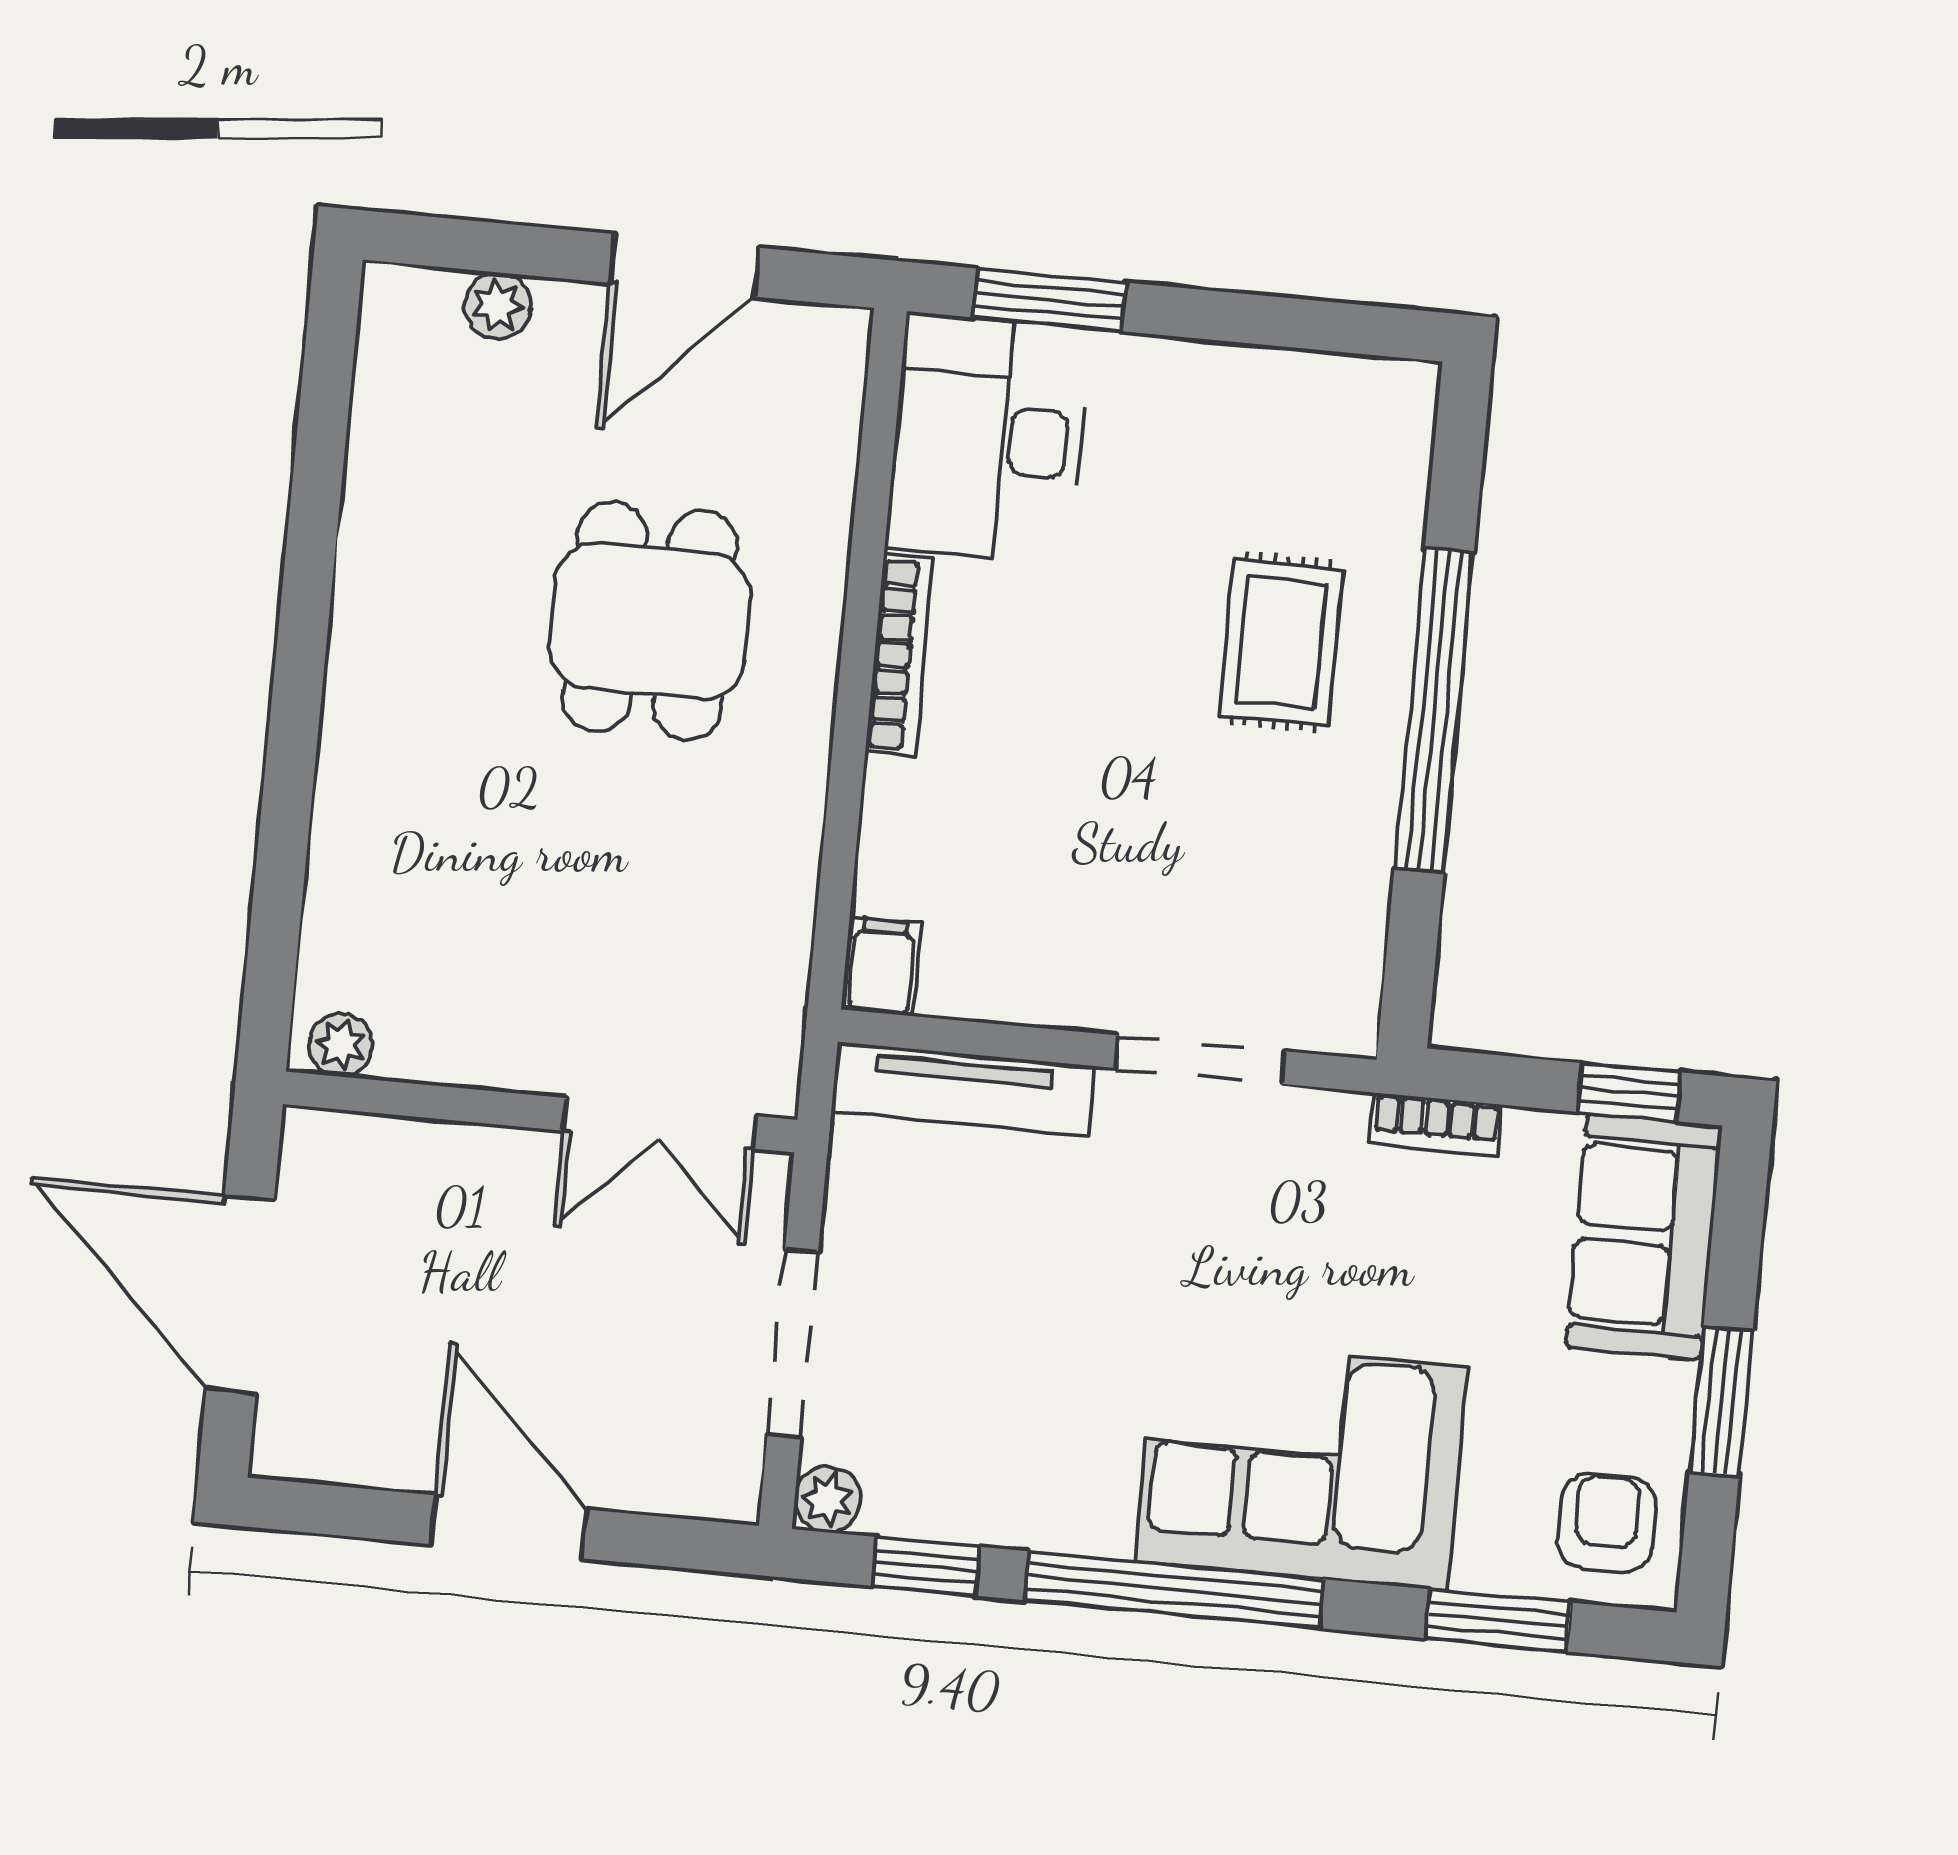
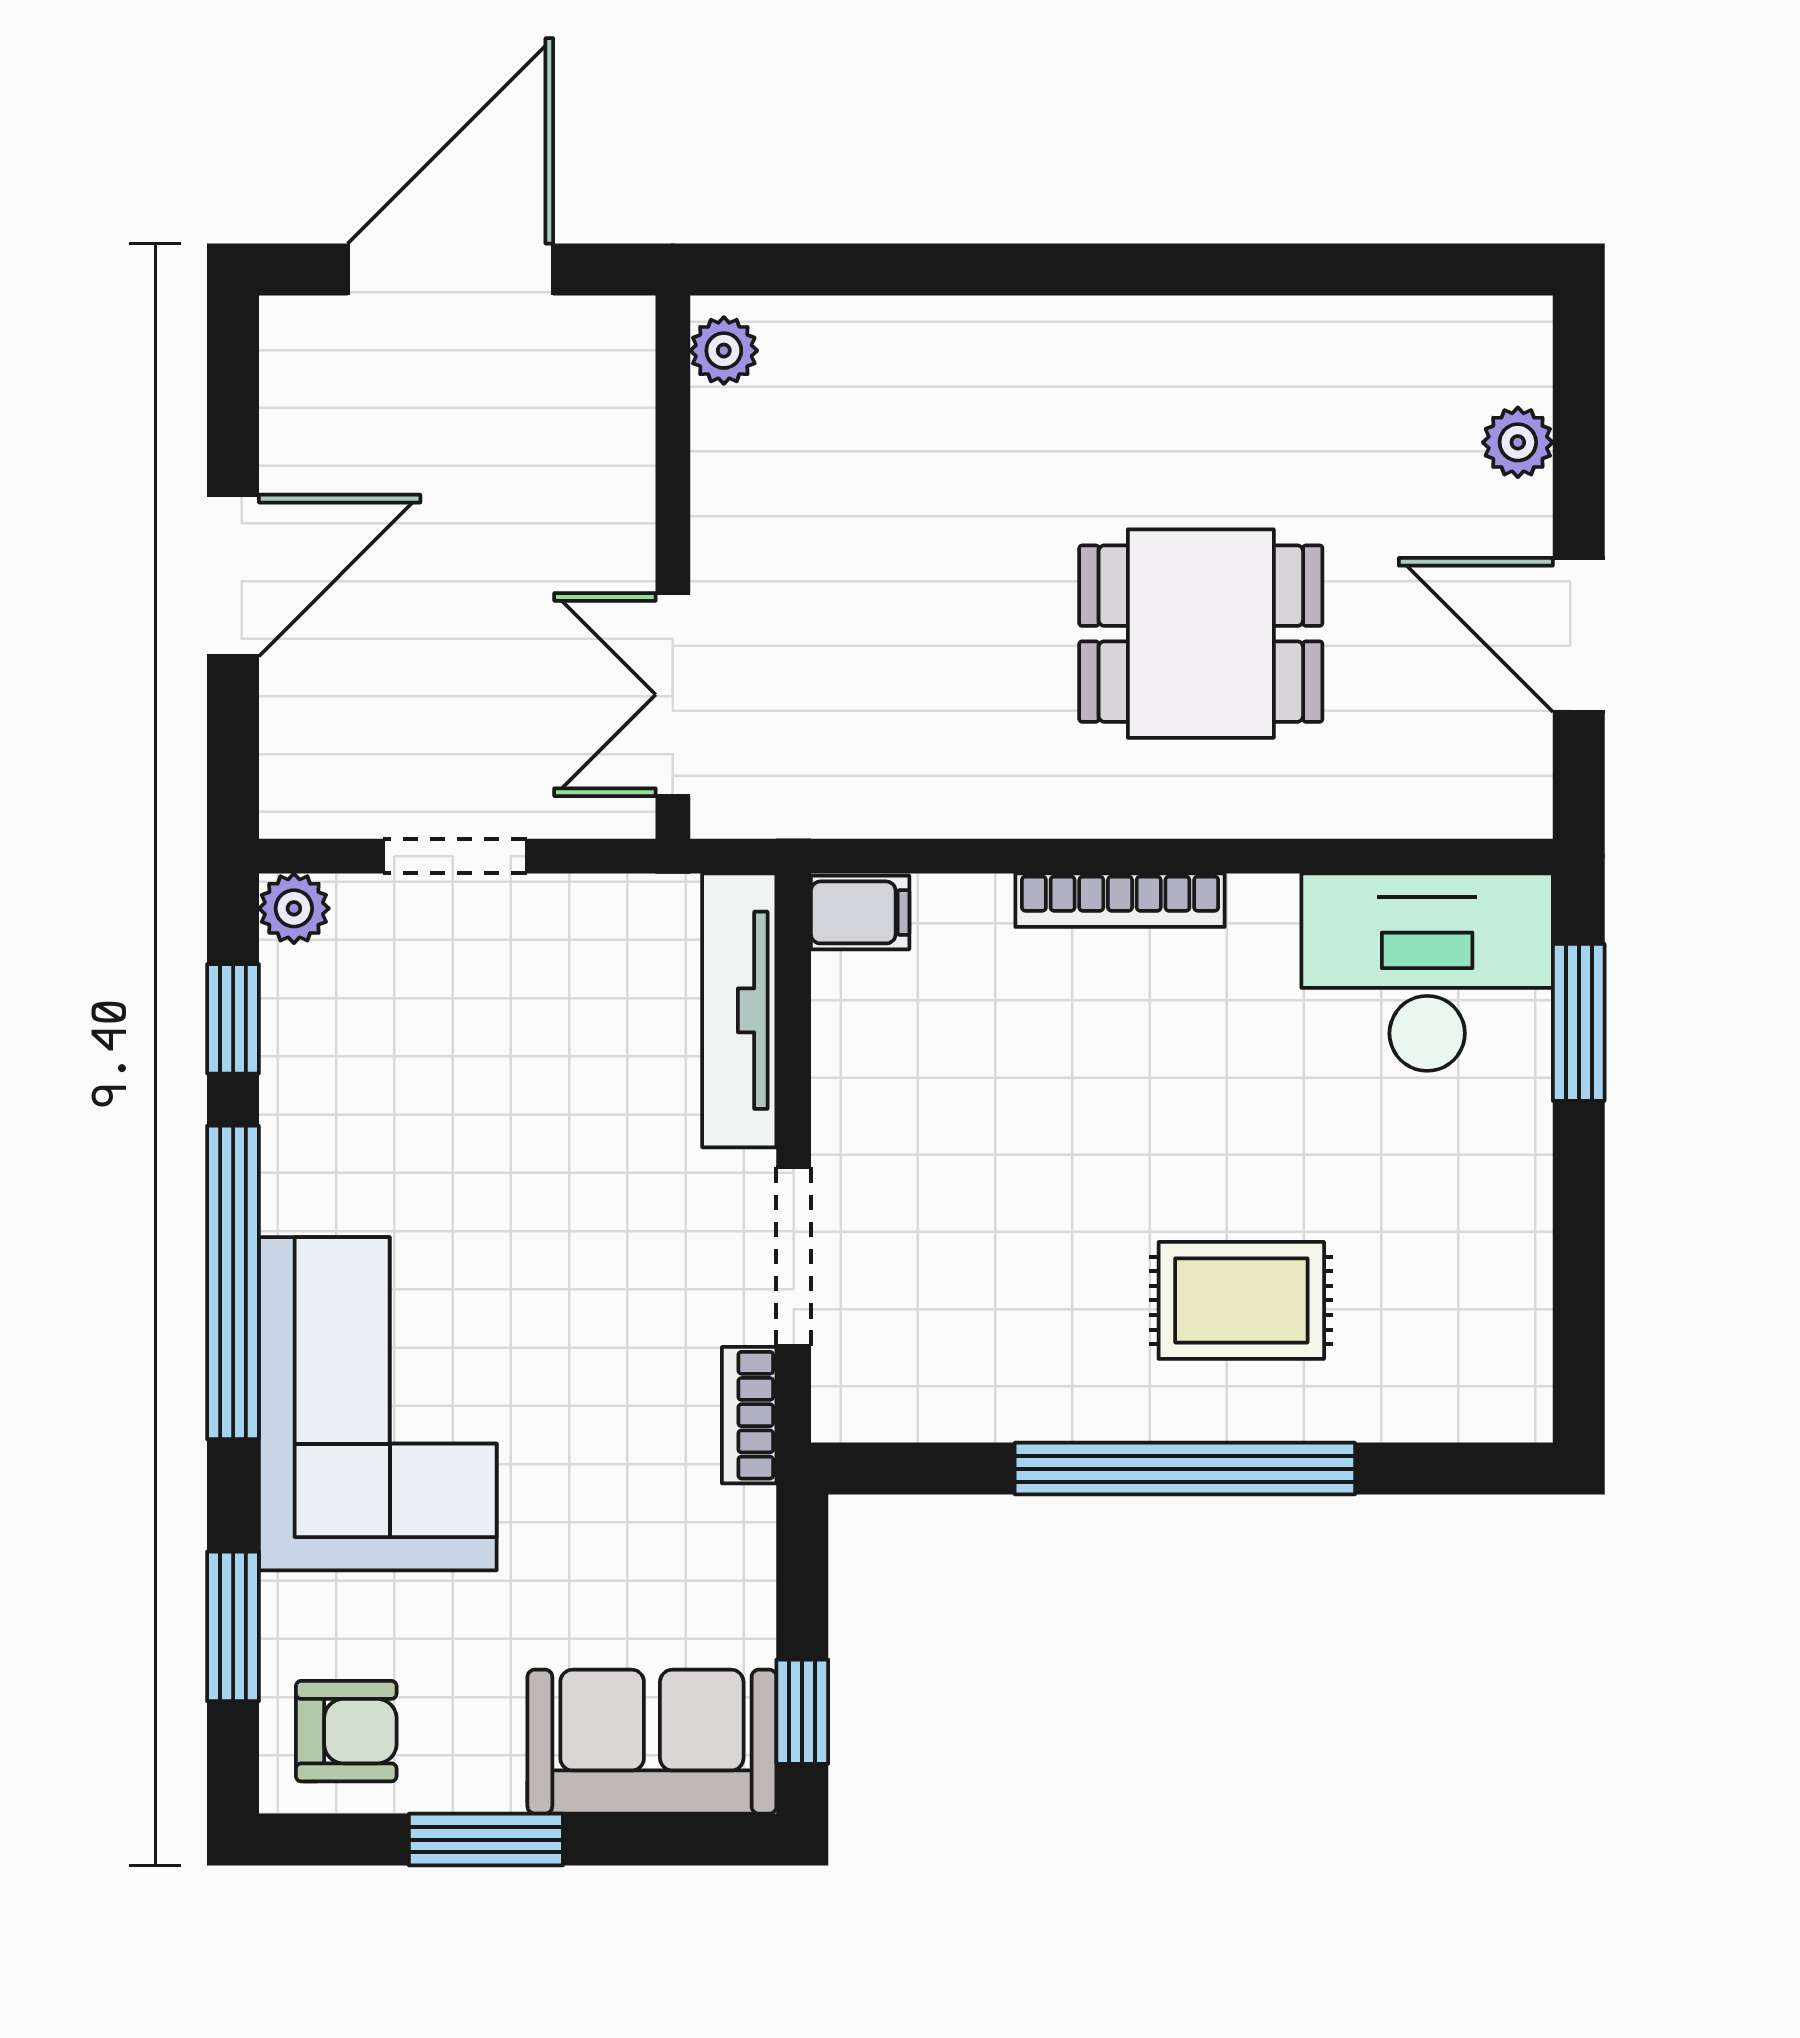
bookcase: (900, 655) -> (1120, 900), moved
bookcase: (1436, 1124) -> (749, 1415), moved
doorway: (793, 1343) -> (455, 856), width x0.73

